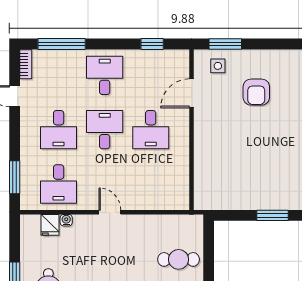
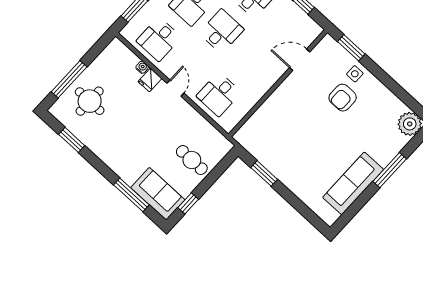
side table: (218, 66) -> (355, 74), moved
desk: (151, 130) -> (219, 94), moved
window: (273, 215) -> (264, 173), moved
fridge: (50, 225) -> (150, 80), moved

